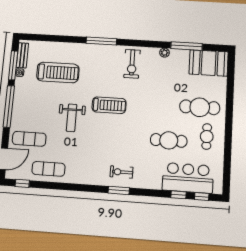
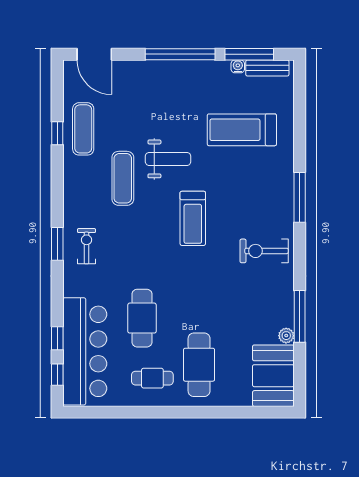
window: (187, 46) -> (300, 316), moved
plant: (164, 53) -> (286, 336), moved
treadmill: (58, 73) -> (242, 130), turned 90
weight bench: (72, 118) -> (168, 159), turned 180
exercise mat: (29, 139) -> (123, 178), moved
bar counter: (188, 178) -> (85, 351), width x1.36
window: (22, 183) -> (57, 133), moved

